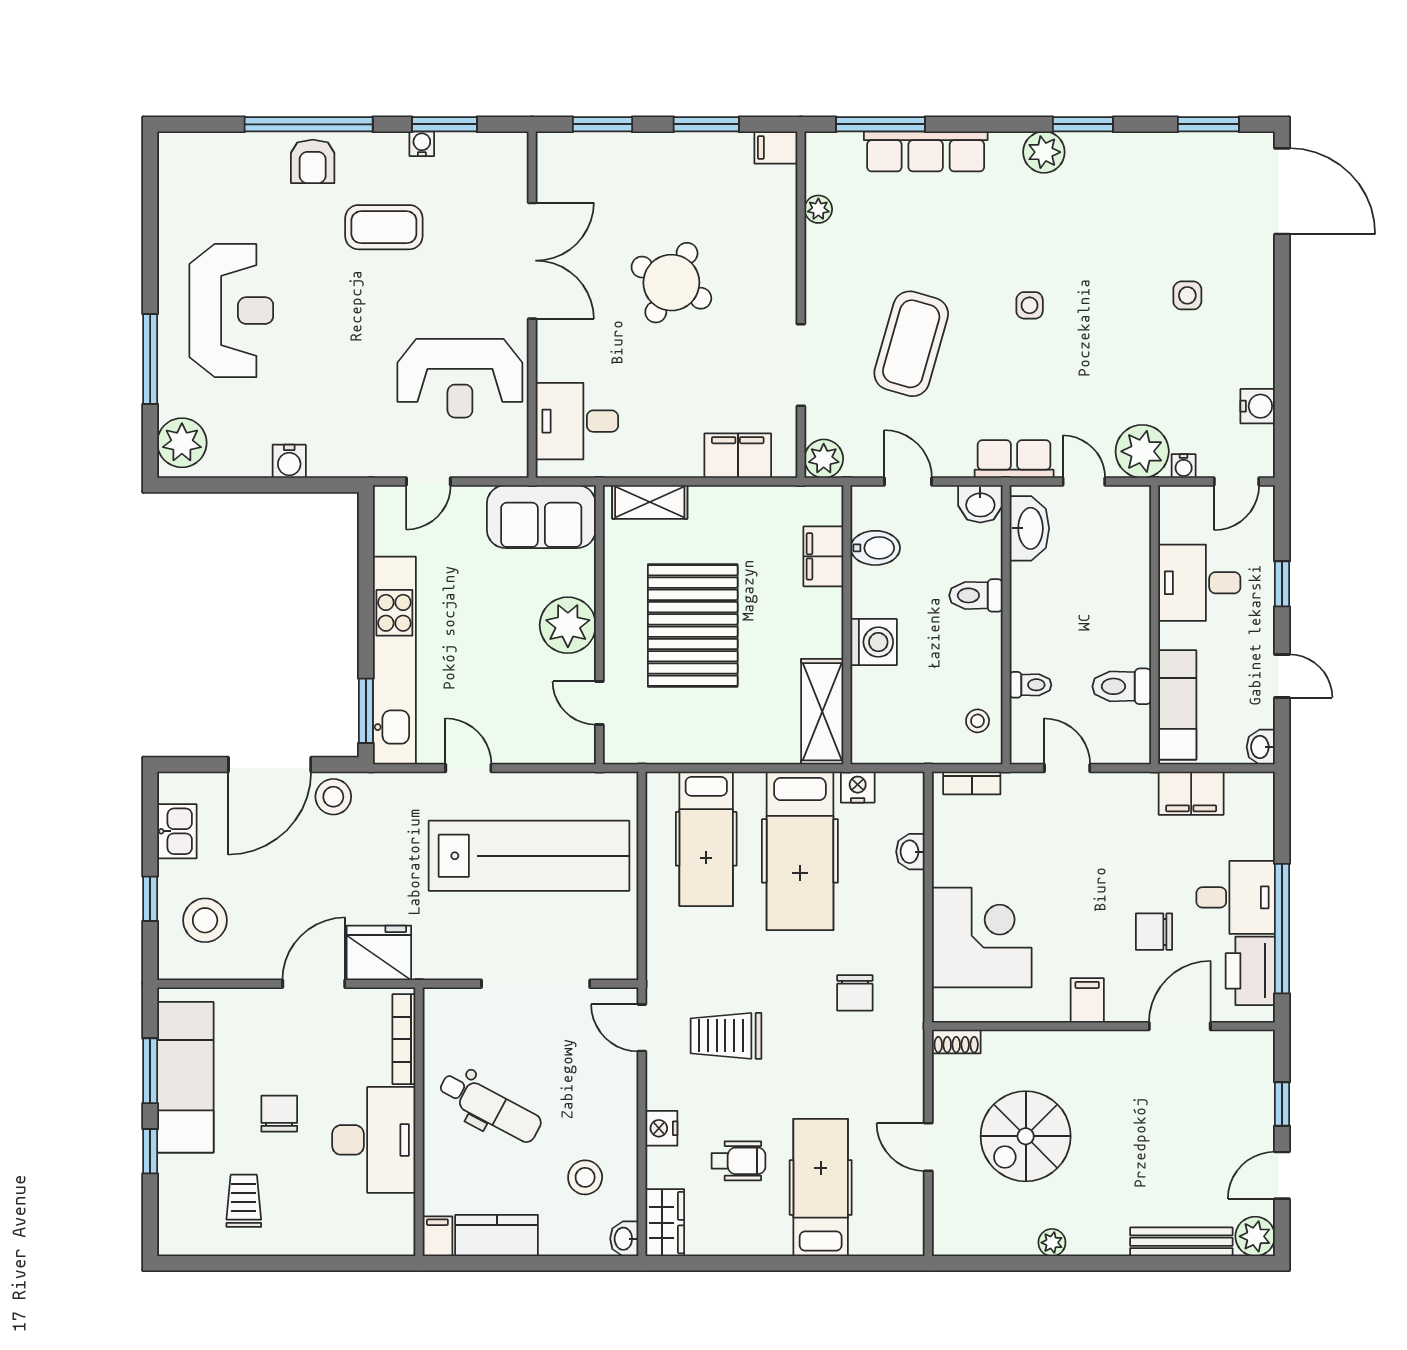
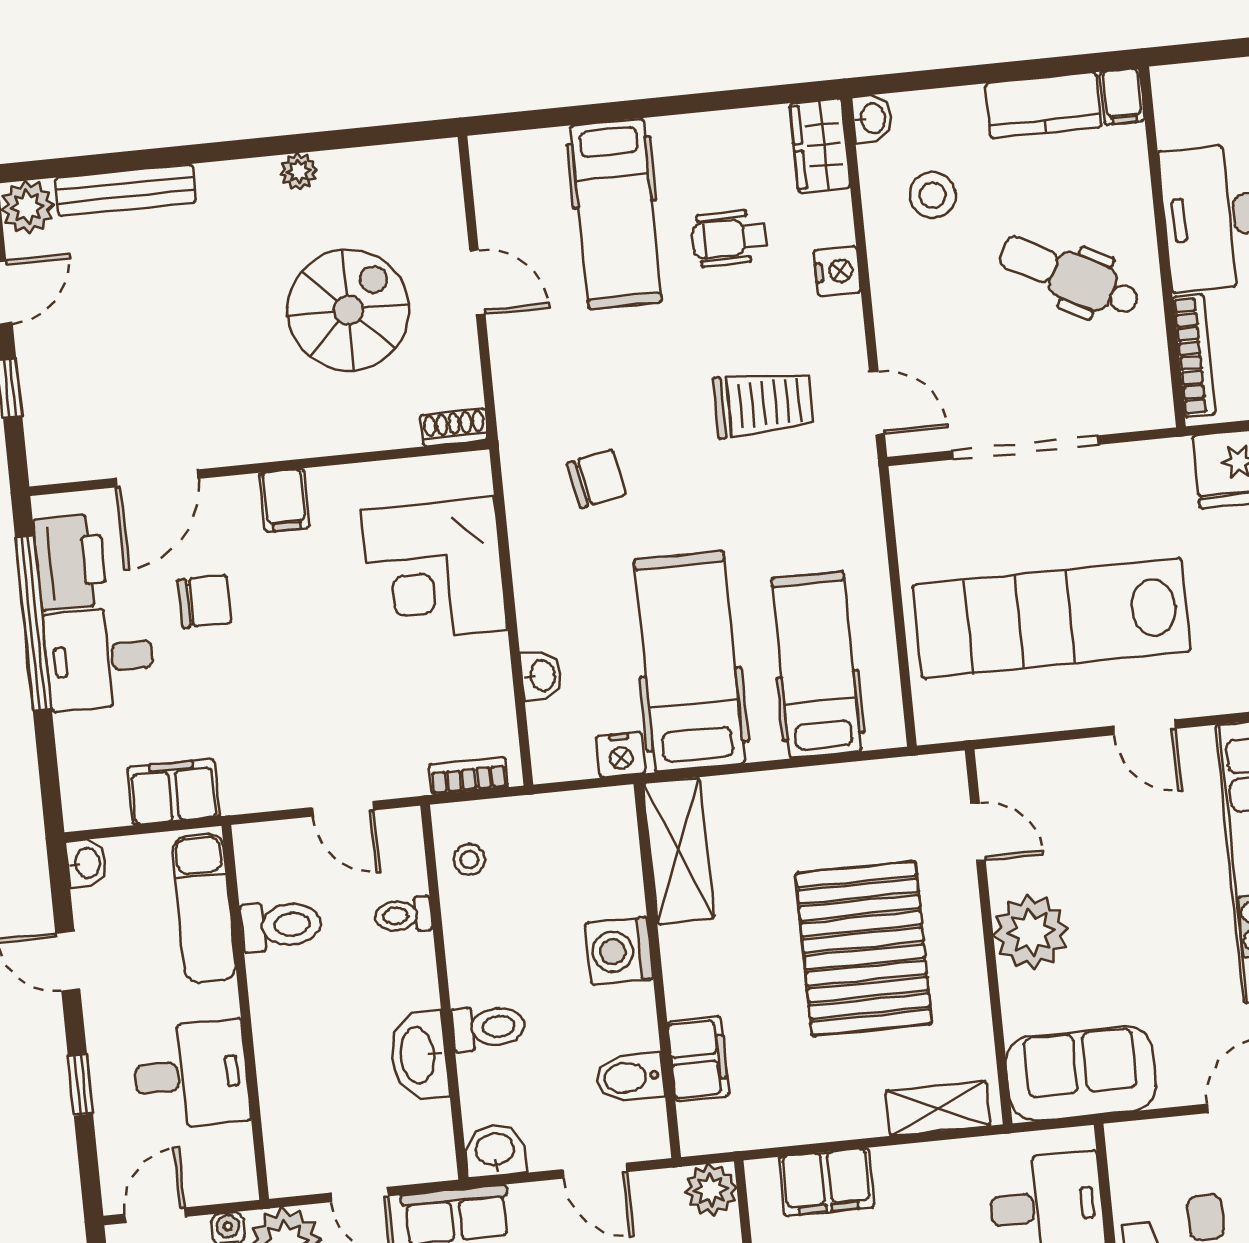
washbasin: (1029, 528) -> (419, 1055), moved
chair: (855, 993) -> (597, 479), turned 79

